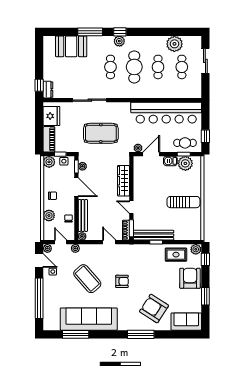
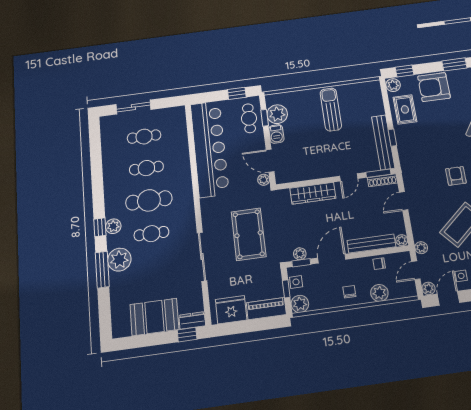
plant: (174, 44) -> (119, 260), moved
booth: (71, 46) -> (154, 317), moved, turned 90

